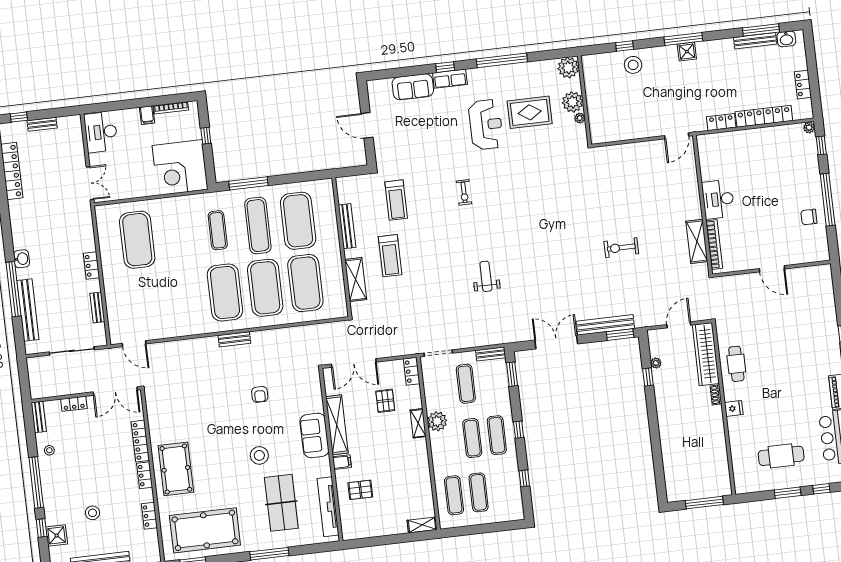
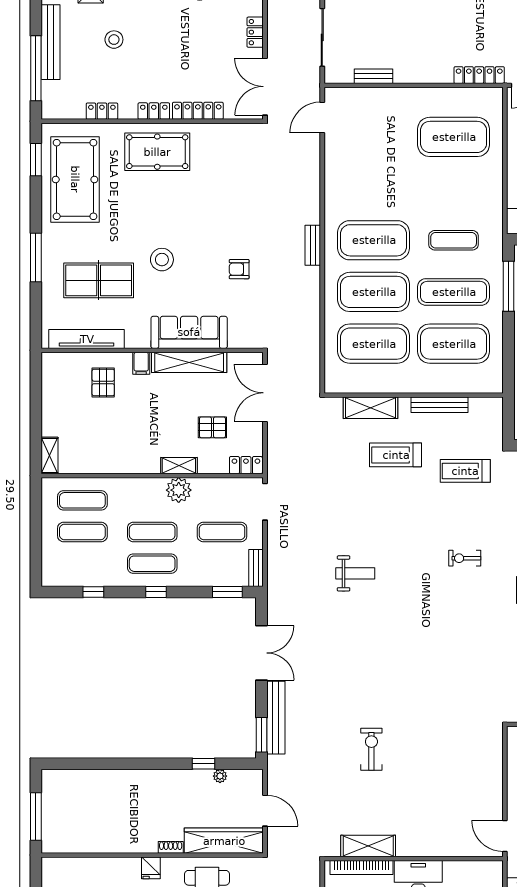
locker: (91, 265) -> (479, 75), moved, width x1.53
sofa: (314, 435) -> (189, 332), width x1.36

